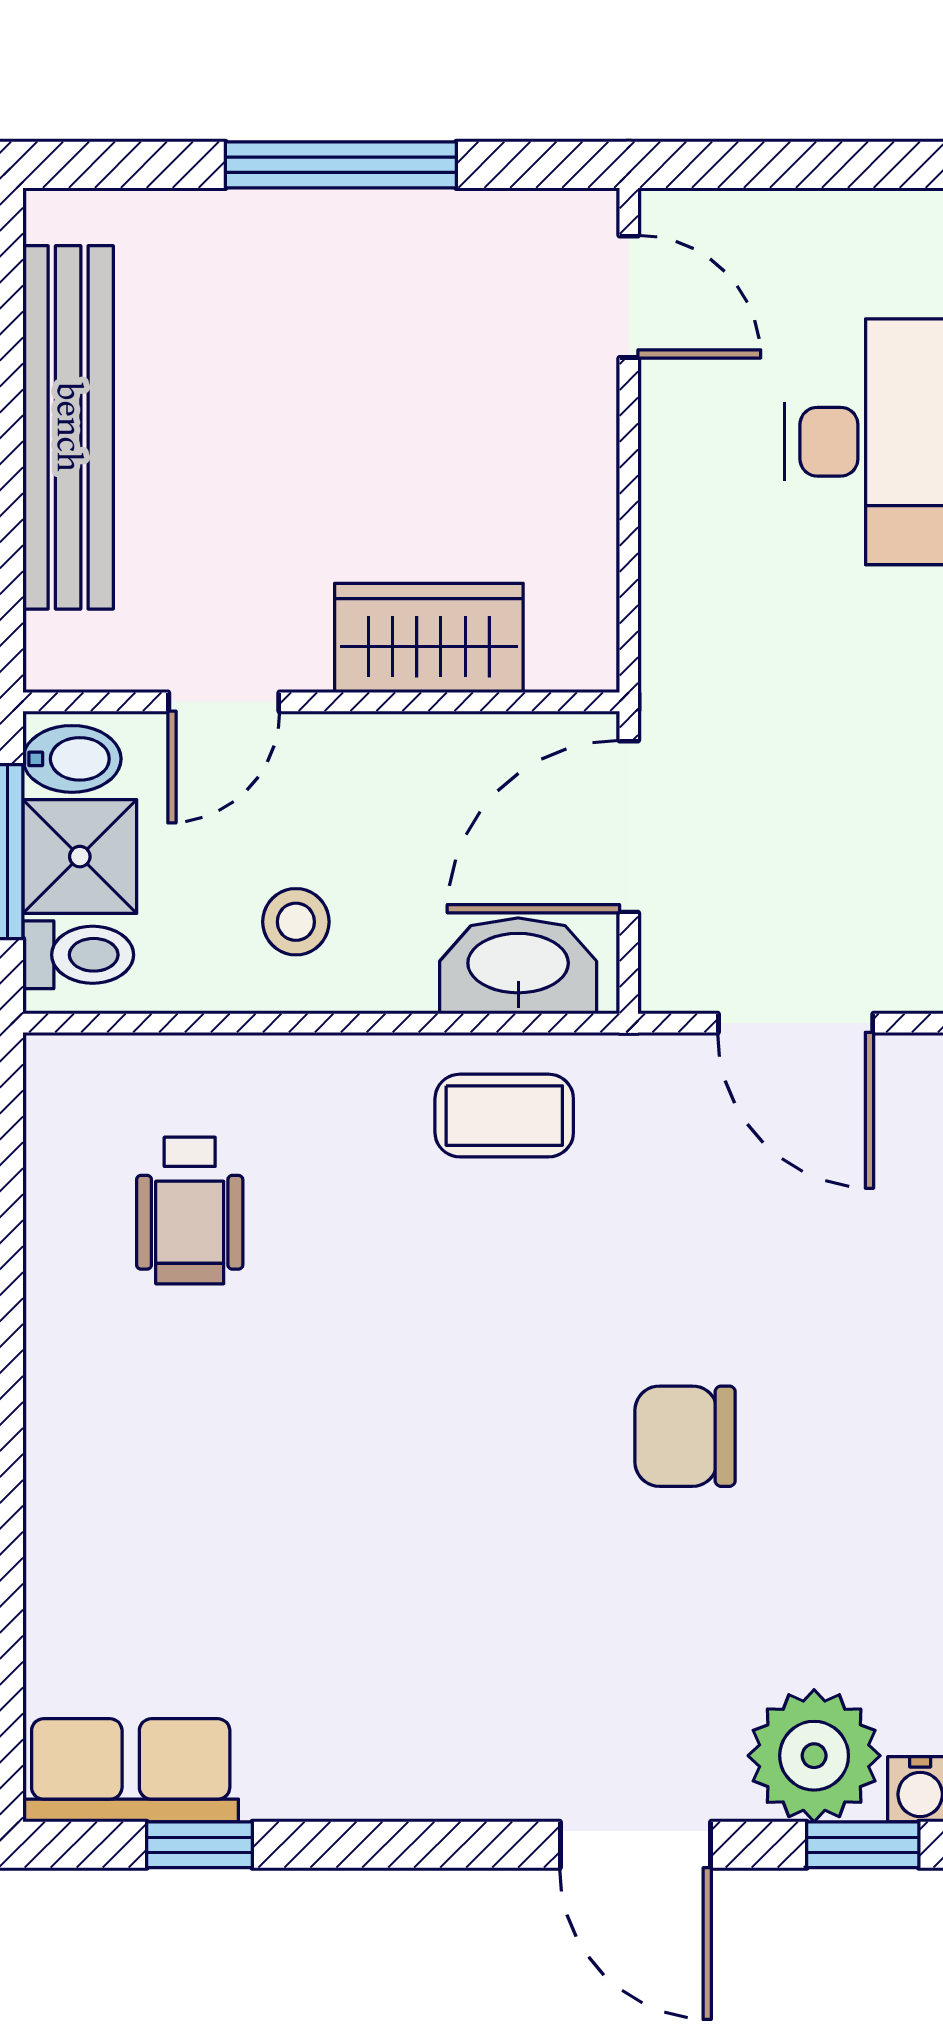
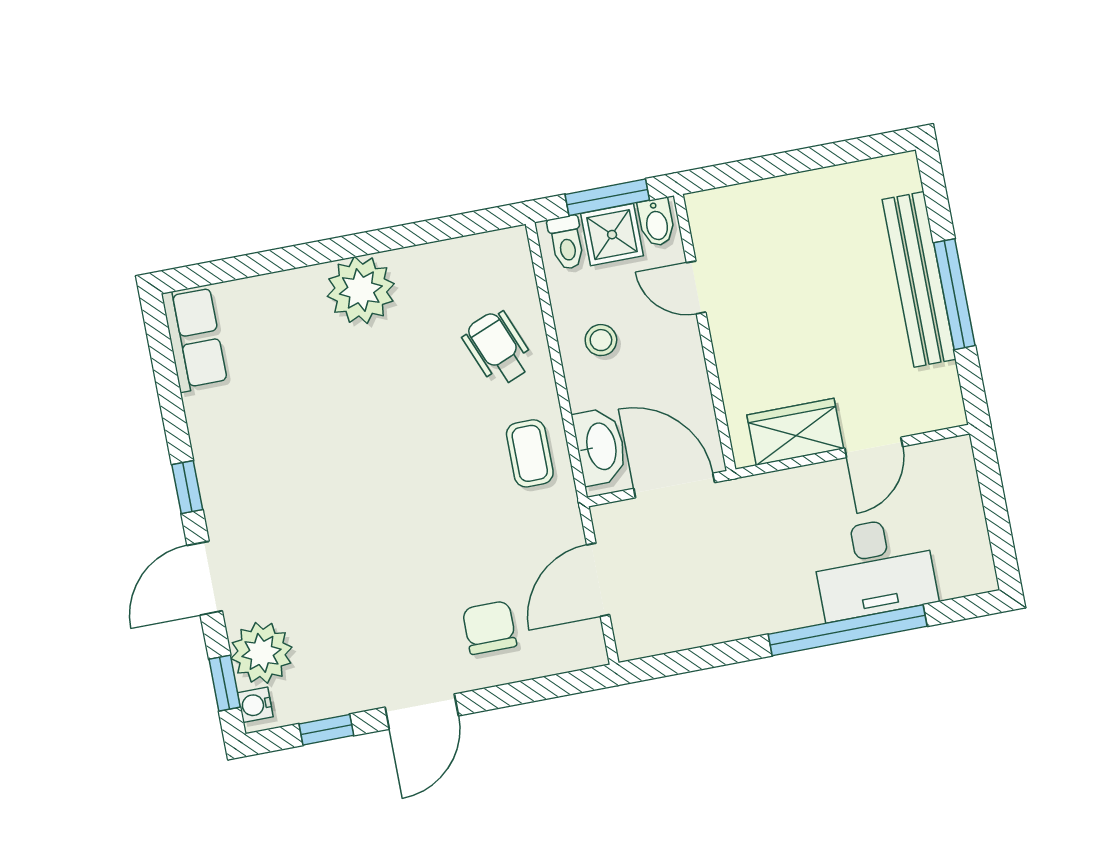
door: (629, 297) -> (874, 447), moved
bench: (68, 427) -> (919, 279), moved, turned 90
wardrobe: (429, 638) -> (795, 432), moved, turned -90
wheelchair: (190, 1211) -> (498, 348), moved, turned 68
plant: (96, 1404) -> (361, 290), added
chair: (685, 1436) -> (489, 627), moved
window: (199, 1845) -> (187, 487), moved

